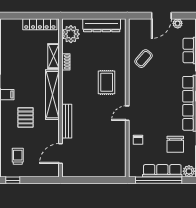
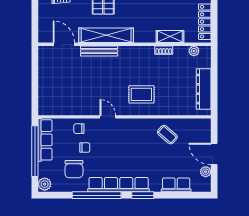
plant: (71, 34) -> (194, 51), width x0.53, depth x0.53
shelving: (52, 95) -> (106, 35), moved
chair: (155, 134) -> (85, 148), added
chair: (175, 144) -> (74, 169), turned -90
row of seats: (162, 171) -> (45, 140), moved

